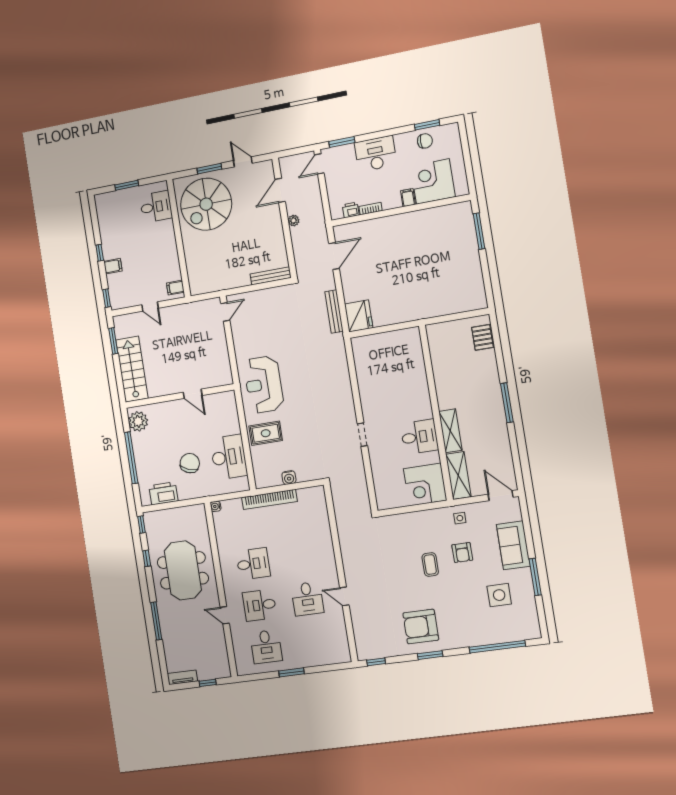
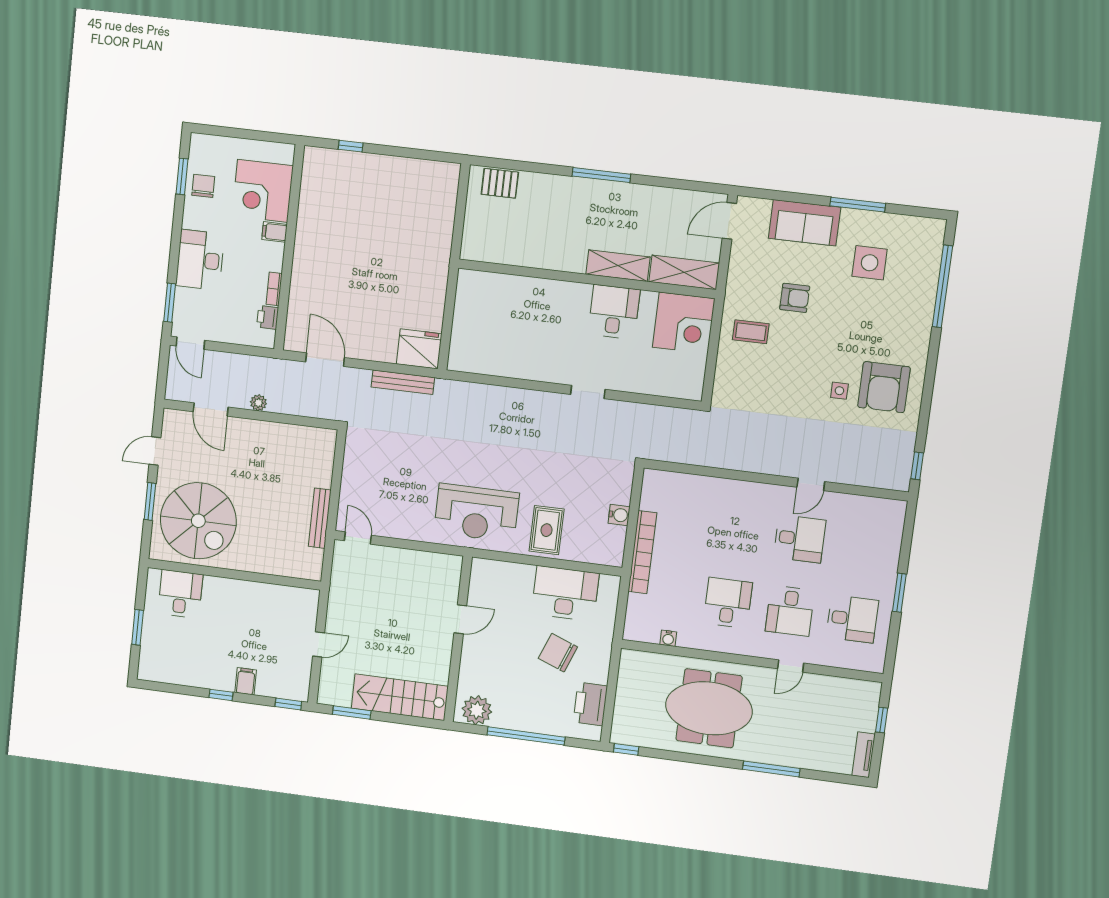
window: (479, 231) -> (351, 146), width x0.46
bench: (271, 276) -> (320, 518), moved
filing cabinet: (175, 288) -> (303, 600), removed
water cooler: (216, 506) -> (668, 638), moved
side table: (460, 518) -> (839, 391), moved
window: (147, 558) -> (677, 756), removed
coffee table: (430, 565) -> (751, 332), moved
window: (430, 655) -> (929, 385), removed

